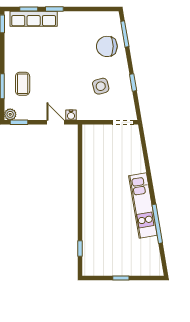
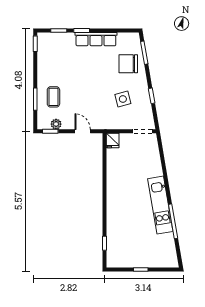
row of seats: (34, 19) -> (96, 39), moved
plant: (10, 114) -> (56, 124), moved
water cooler: (71, 115) -> (96, 125), removed
fridge: (89, 133) -> (113, 140), added

